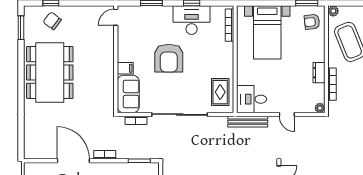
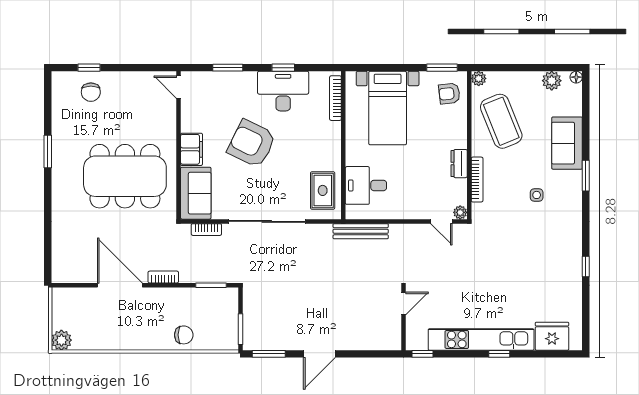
door: (116, 17) -> (179, 87), hinge flipped
chair: (52, 21) -> (91, 92), turned -127
window: (21, 28) -> (48, 151), moved
armchair: (169, 58) -> (252, 144), turned 116
filing cabinet: (125, 68) -> (191, 149), width x2.00
dining table: (50, 72) -> (125, 176), moved, turned 90
desk: (252, 99) -> (366, 185), moved
door: (287, 114) -> (441, 221), moved

